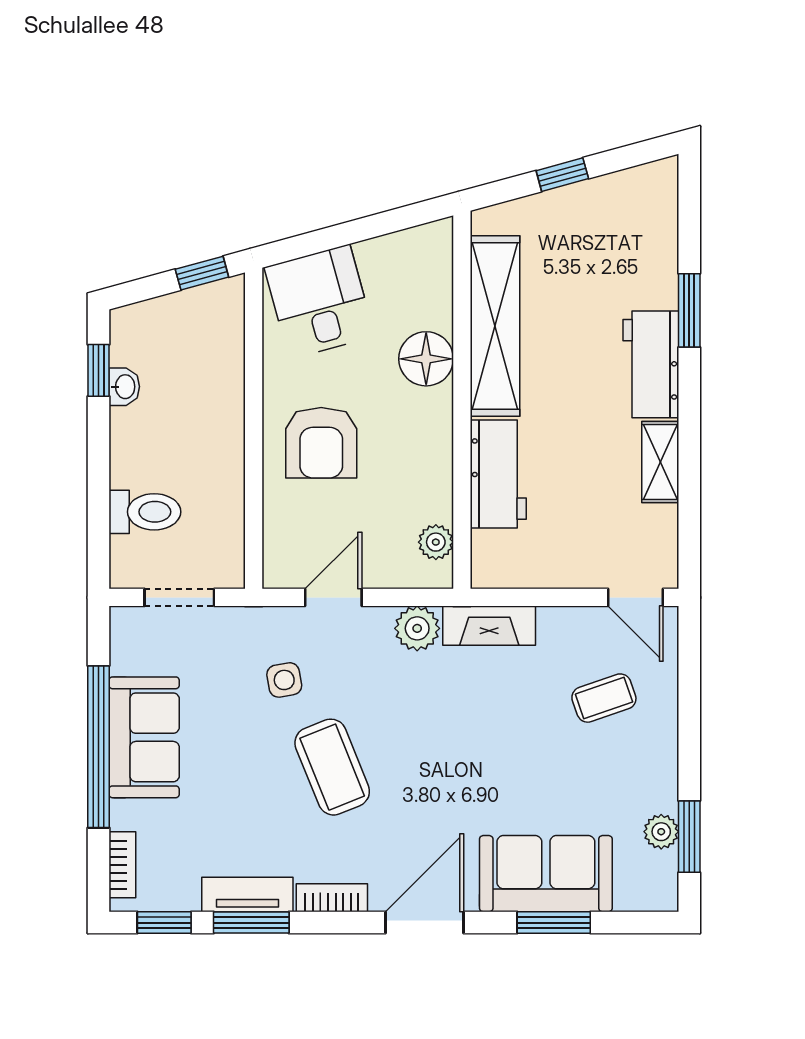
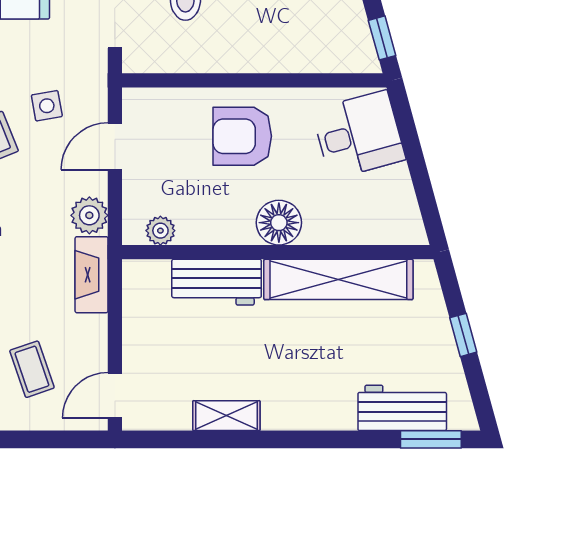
window: (689, 310) -> (431, 439), moved
floor lamp: (426, 359) -> (279, 223), moved
workbench: (651, 364) -> (402, 408), moved
door: (333, 597) -> (115, 146), swing flipped

